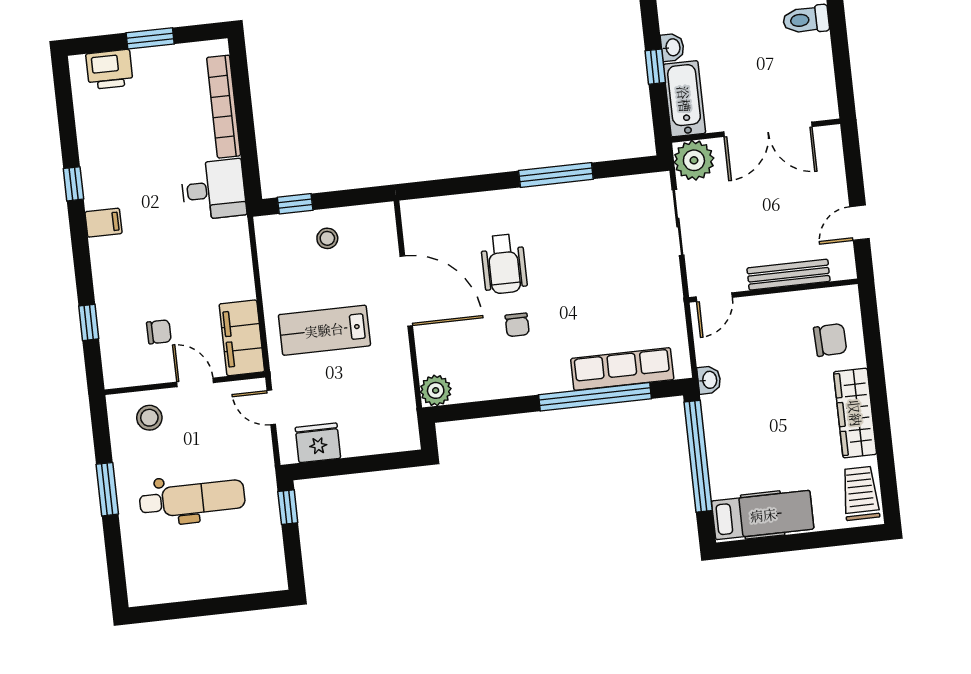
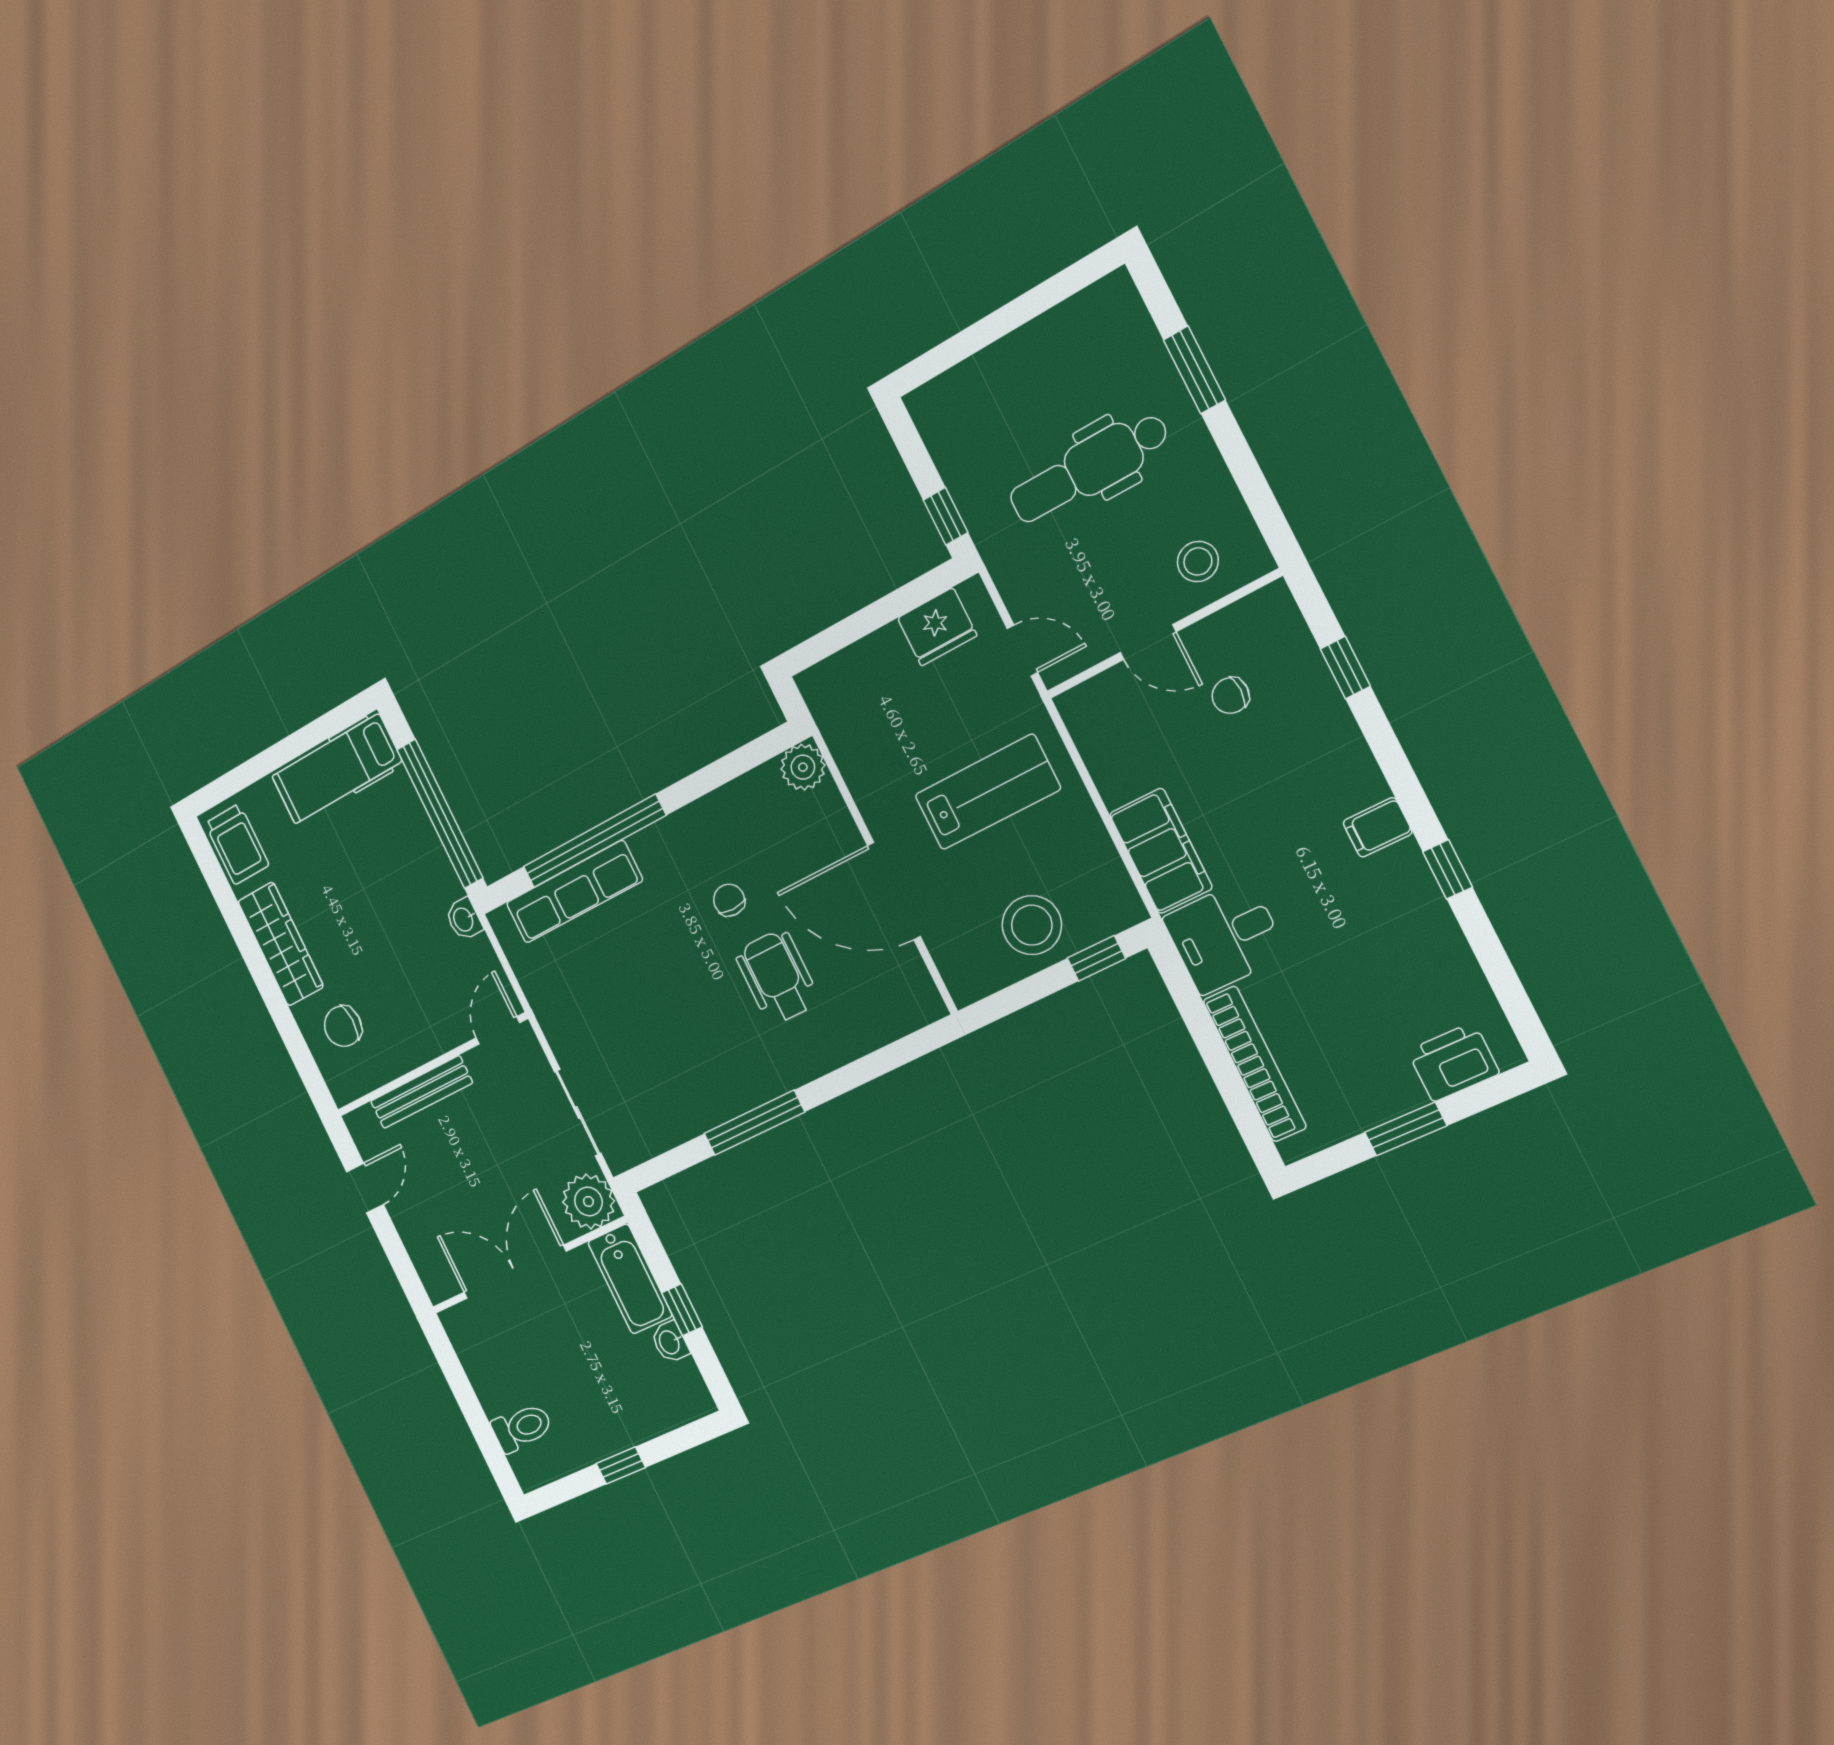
stool: (327, 238) -> (1032, 925), width x1.89, depth x1.89
filing cabinet: (242, 338) -> (1161, 851), moved
window: (107, 489) -> (1194, 370), moved

